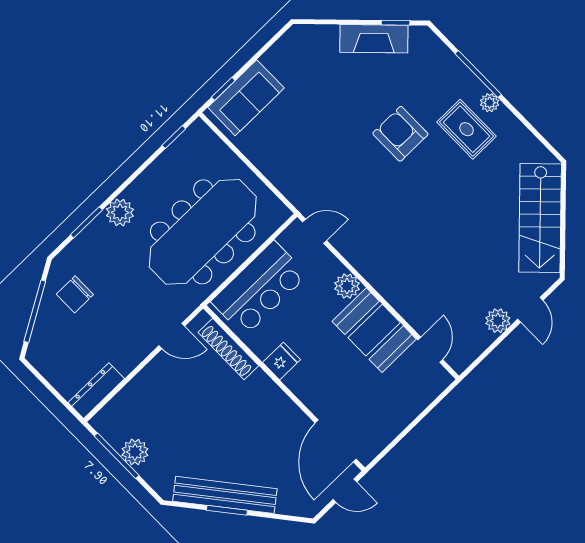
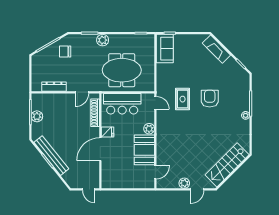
fireplace: (374, 39) -> (216, 49), moved
sofa: (246, 98) -> (165, 49), moved, turned -90
rug: (466, 129) -> (183, 99), moved
meeting table: (203, 232) -> (122, 70), width x0.73
door: (172, 336) -> (82, 92), hinge flipped
dresser: (96, 391) -> (54, 87), moved
door: (336, 441) -> (100, 149), moved

